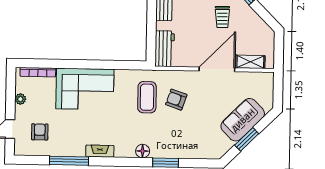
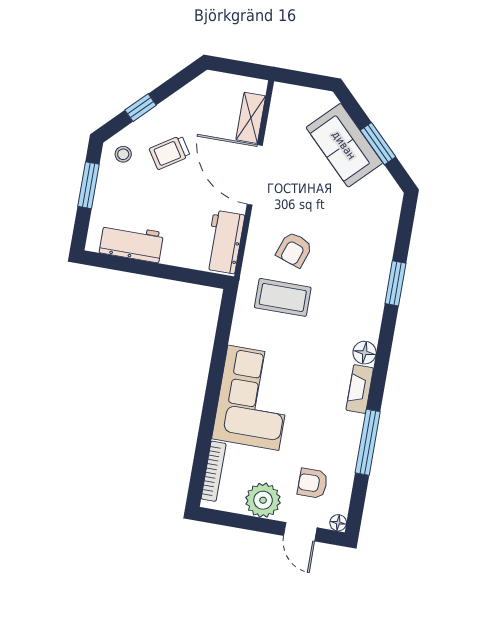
trolley: (222, 17) -> (170, 152), turned 148
workbench: (165, 49) -> (224, 242), moved, turned -90
plant: (20, 99) -> (263, 500), width x1.88, depth x1.88
floor lamp: (19, 151) -> (338, 523), added
floor lamp: (143, 151) -> (365, 353), moved

